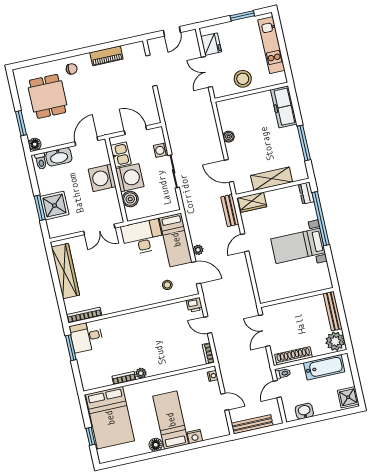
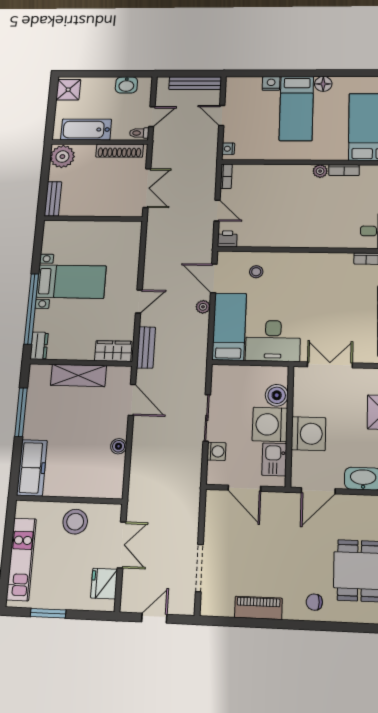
bench: (333, 311) -> (53, 199), width x0.73

